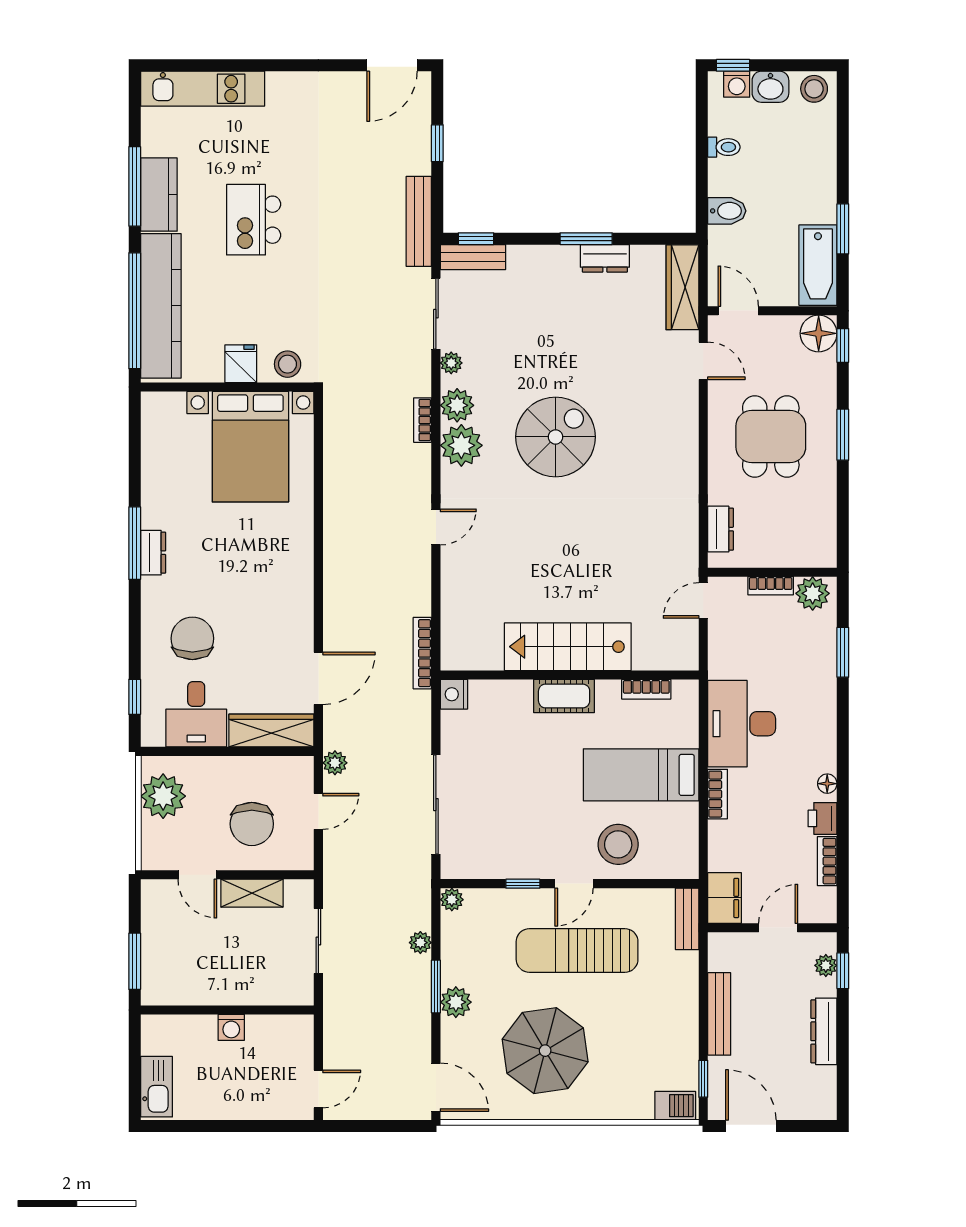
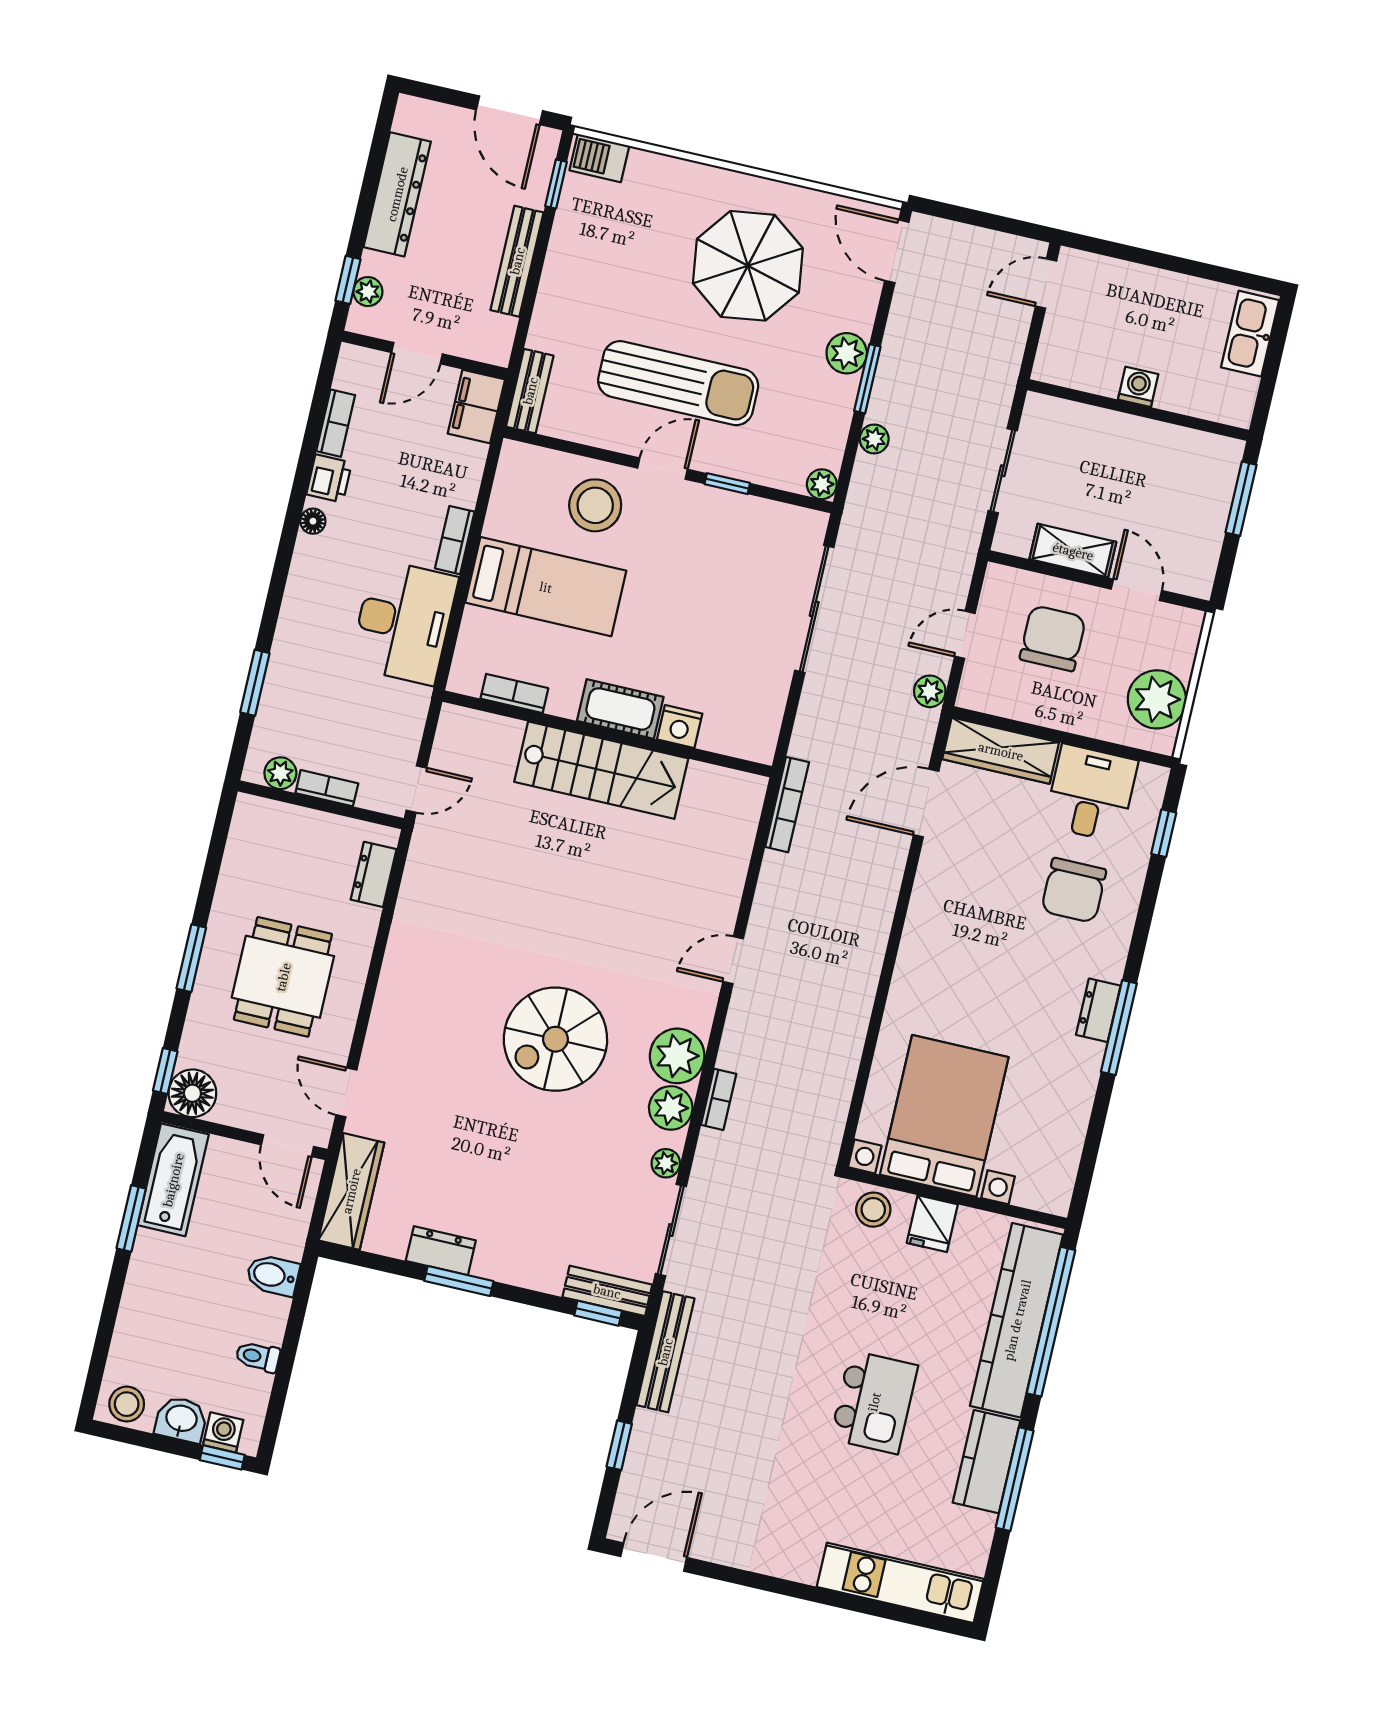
plant: (813, 593) -> (280, 773), width x0.73, depth x0.73
nightstand: (454, 694) -> (680, 727), moved, turned 90
dresser: (824, 1031) -> (397, 194), width x1.37, depth x1.24

